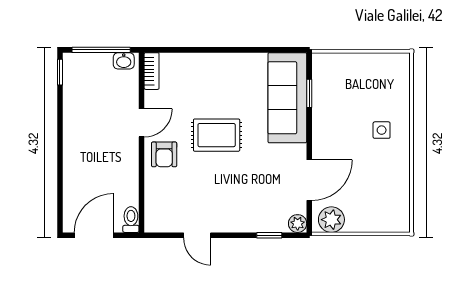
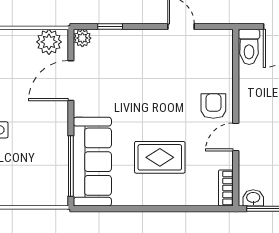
window: (309, 93) -> (71, 166), width x2.17
rug: (217, 135) -> (160, 157), moved
toilet: (131, 220) -> (249, 47), width x1.37, depth x1.39

